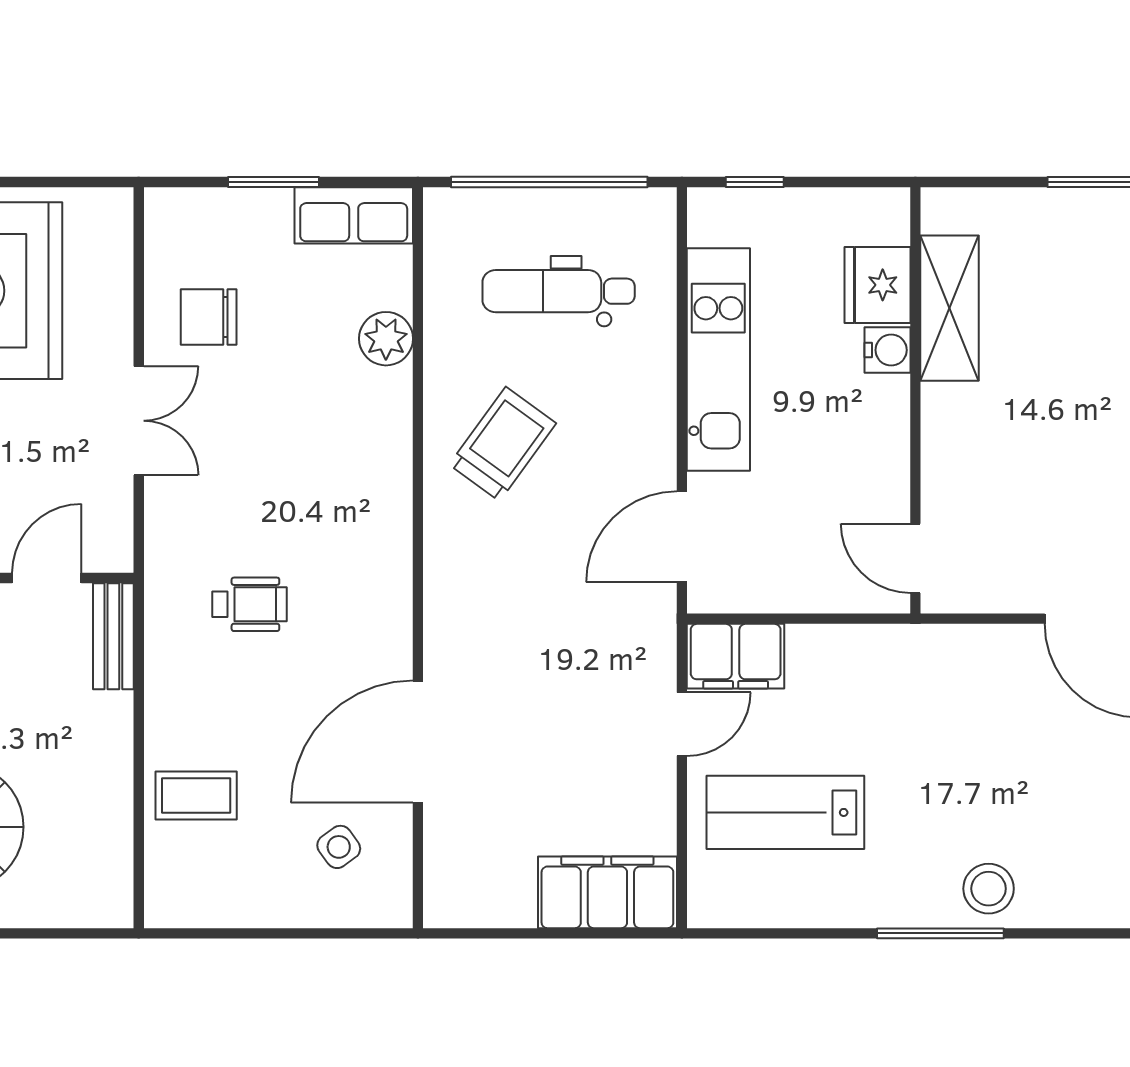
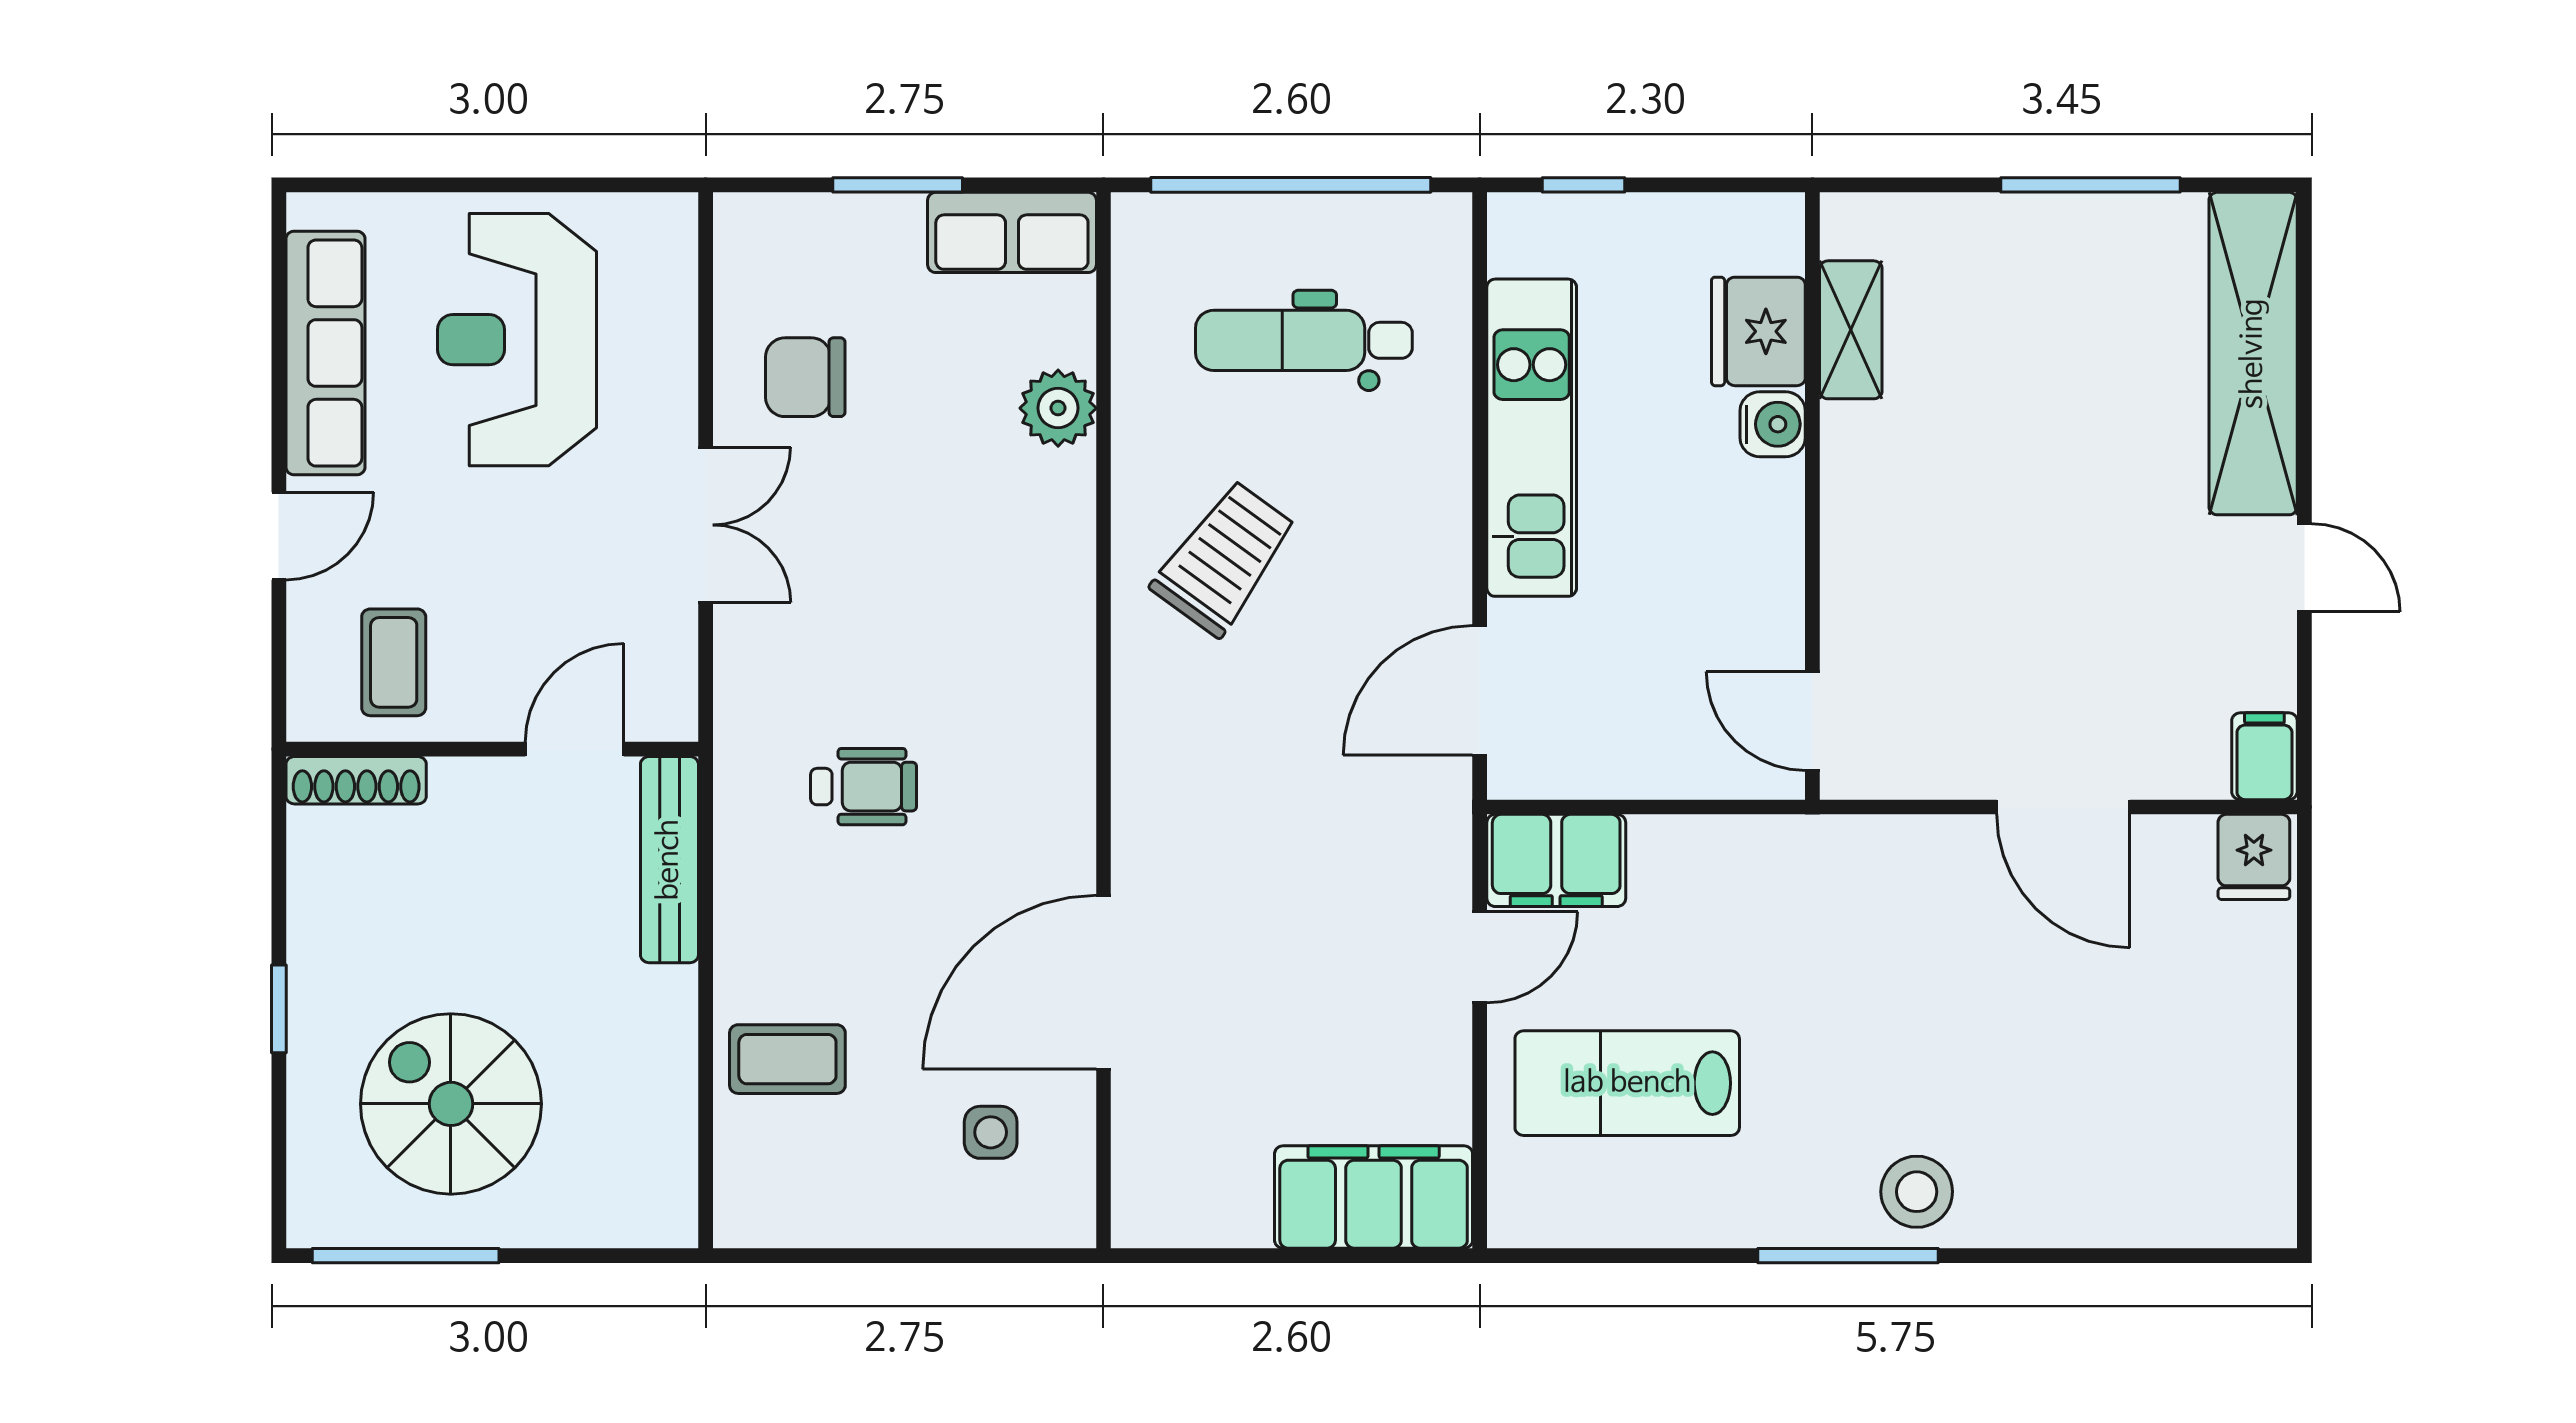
shelving: (950, 308) -> (1851, 330), width x0.67, depth x0.75
bench: (113, 636) -> (669, 860), width x1.36
side table: (339, 847) -> (991, 1132), turned 36

